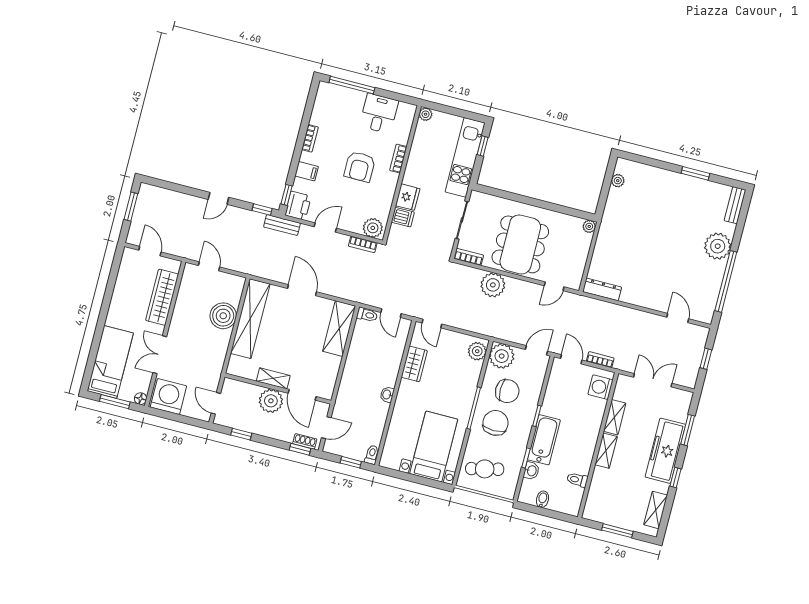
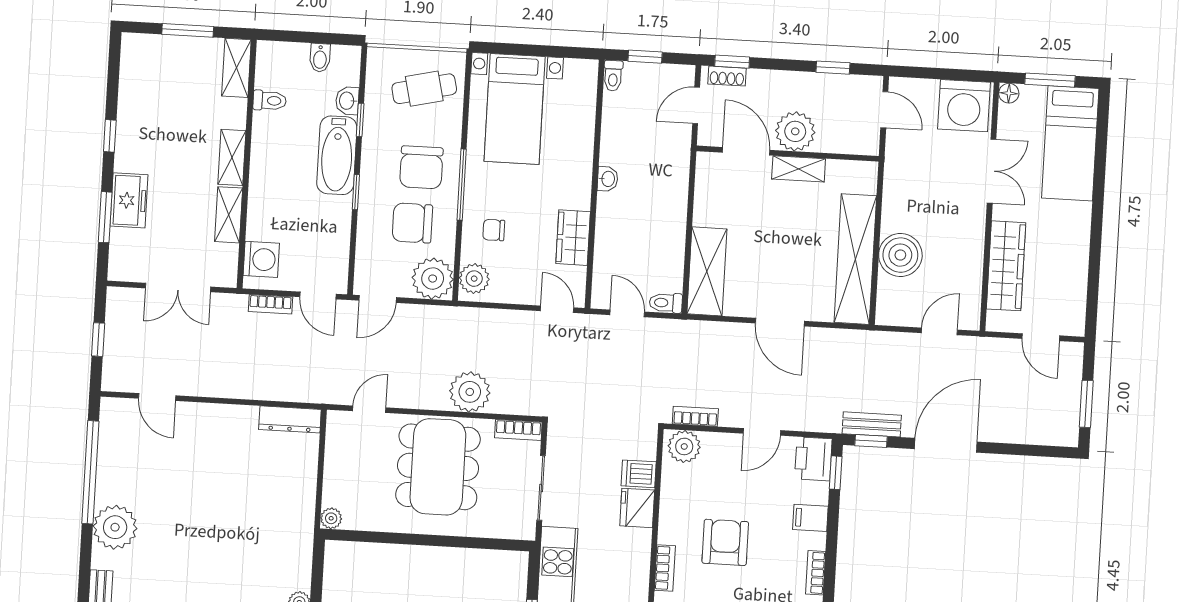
door: (218, 198) -> (946, 445), width x1.88
bench: (282, 225) -> (872, 424), moved
door: (209, 266) -> (939, 331), swing flipped
chair: (460, 378) -> (494, 230), added
freezer: (665, 451) -> (129, 200), width x0.52, depth x0.79
shelving: (656, 510) -> (236, 68), moved

